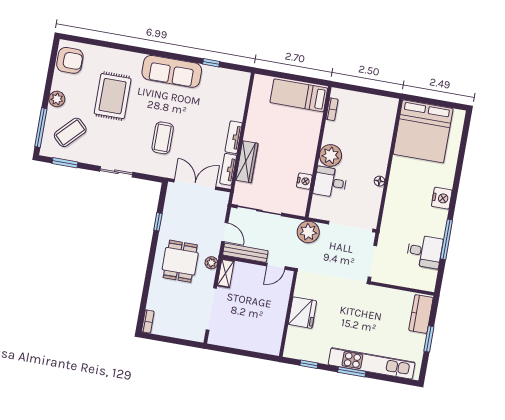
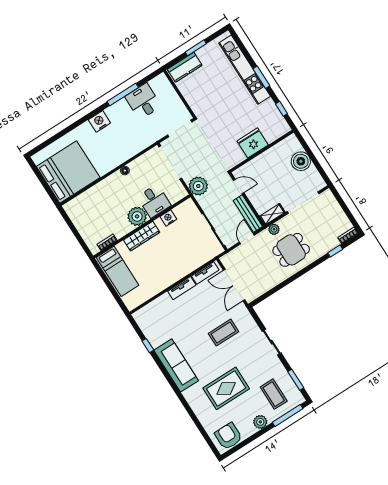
coffee table: (70, 132) -> (274, 394), turned 46
wardrobe: (247, 162) -> (142, 236), moved, turned 180
window: (158, 222) -> (335, 251), moved
boiler: (249, 339) -> (301, 161), added

